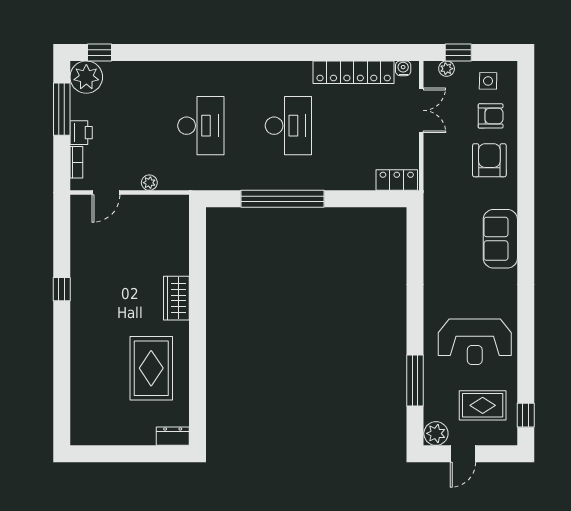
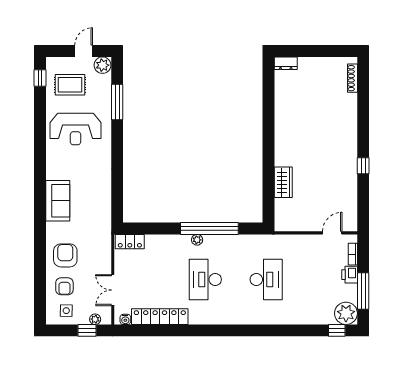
armchair: (491, 116) -> (64, 286), turned -90
desk: (201, 126) -> (266, 279), turned 180
armchair: (489, 160) -> (65, 255), turned 180
plant: (149, 183) -> (197, 240), moved
wardrobe: (176, 298) -> (283, 182), moved
reception desk: (475, 342) -> (75, 129), turned 180
rug: (151, 368) -> (301, 111), removed
shoe rack: (77, 415) -> (352, 78), added

